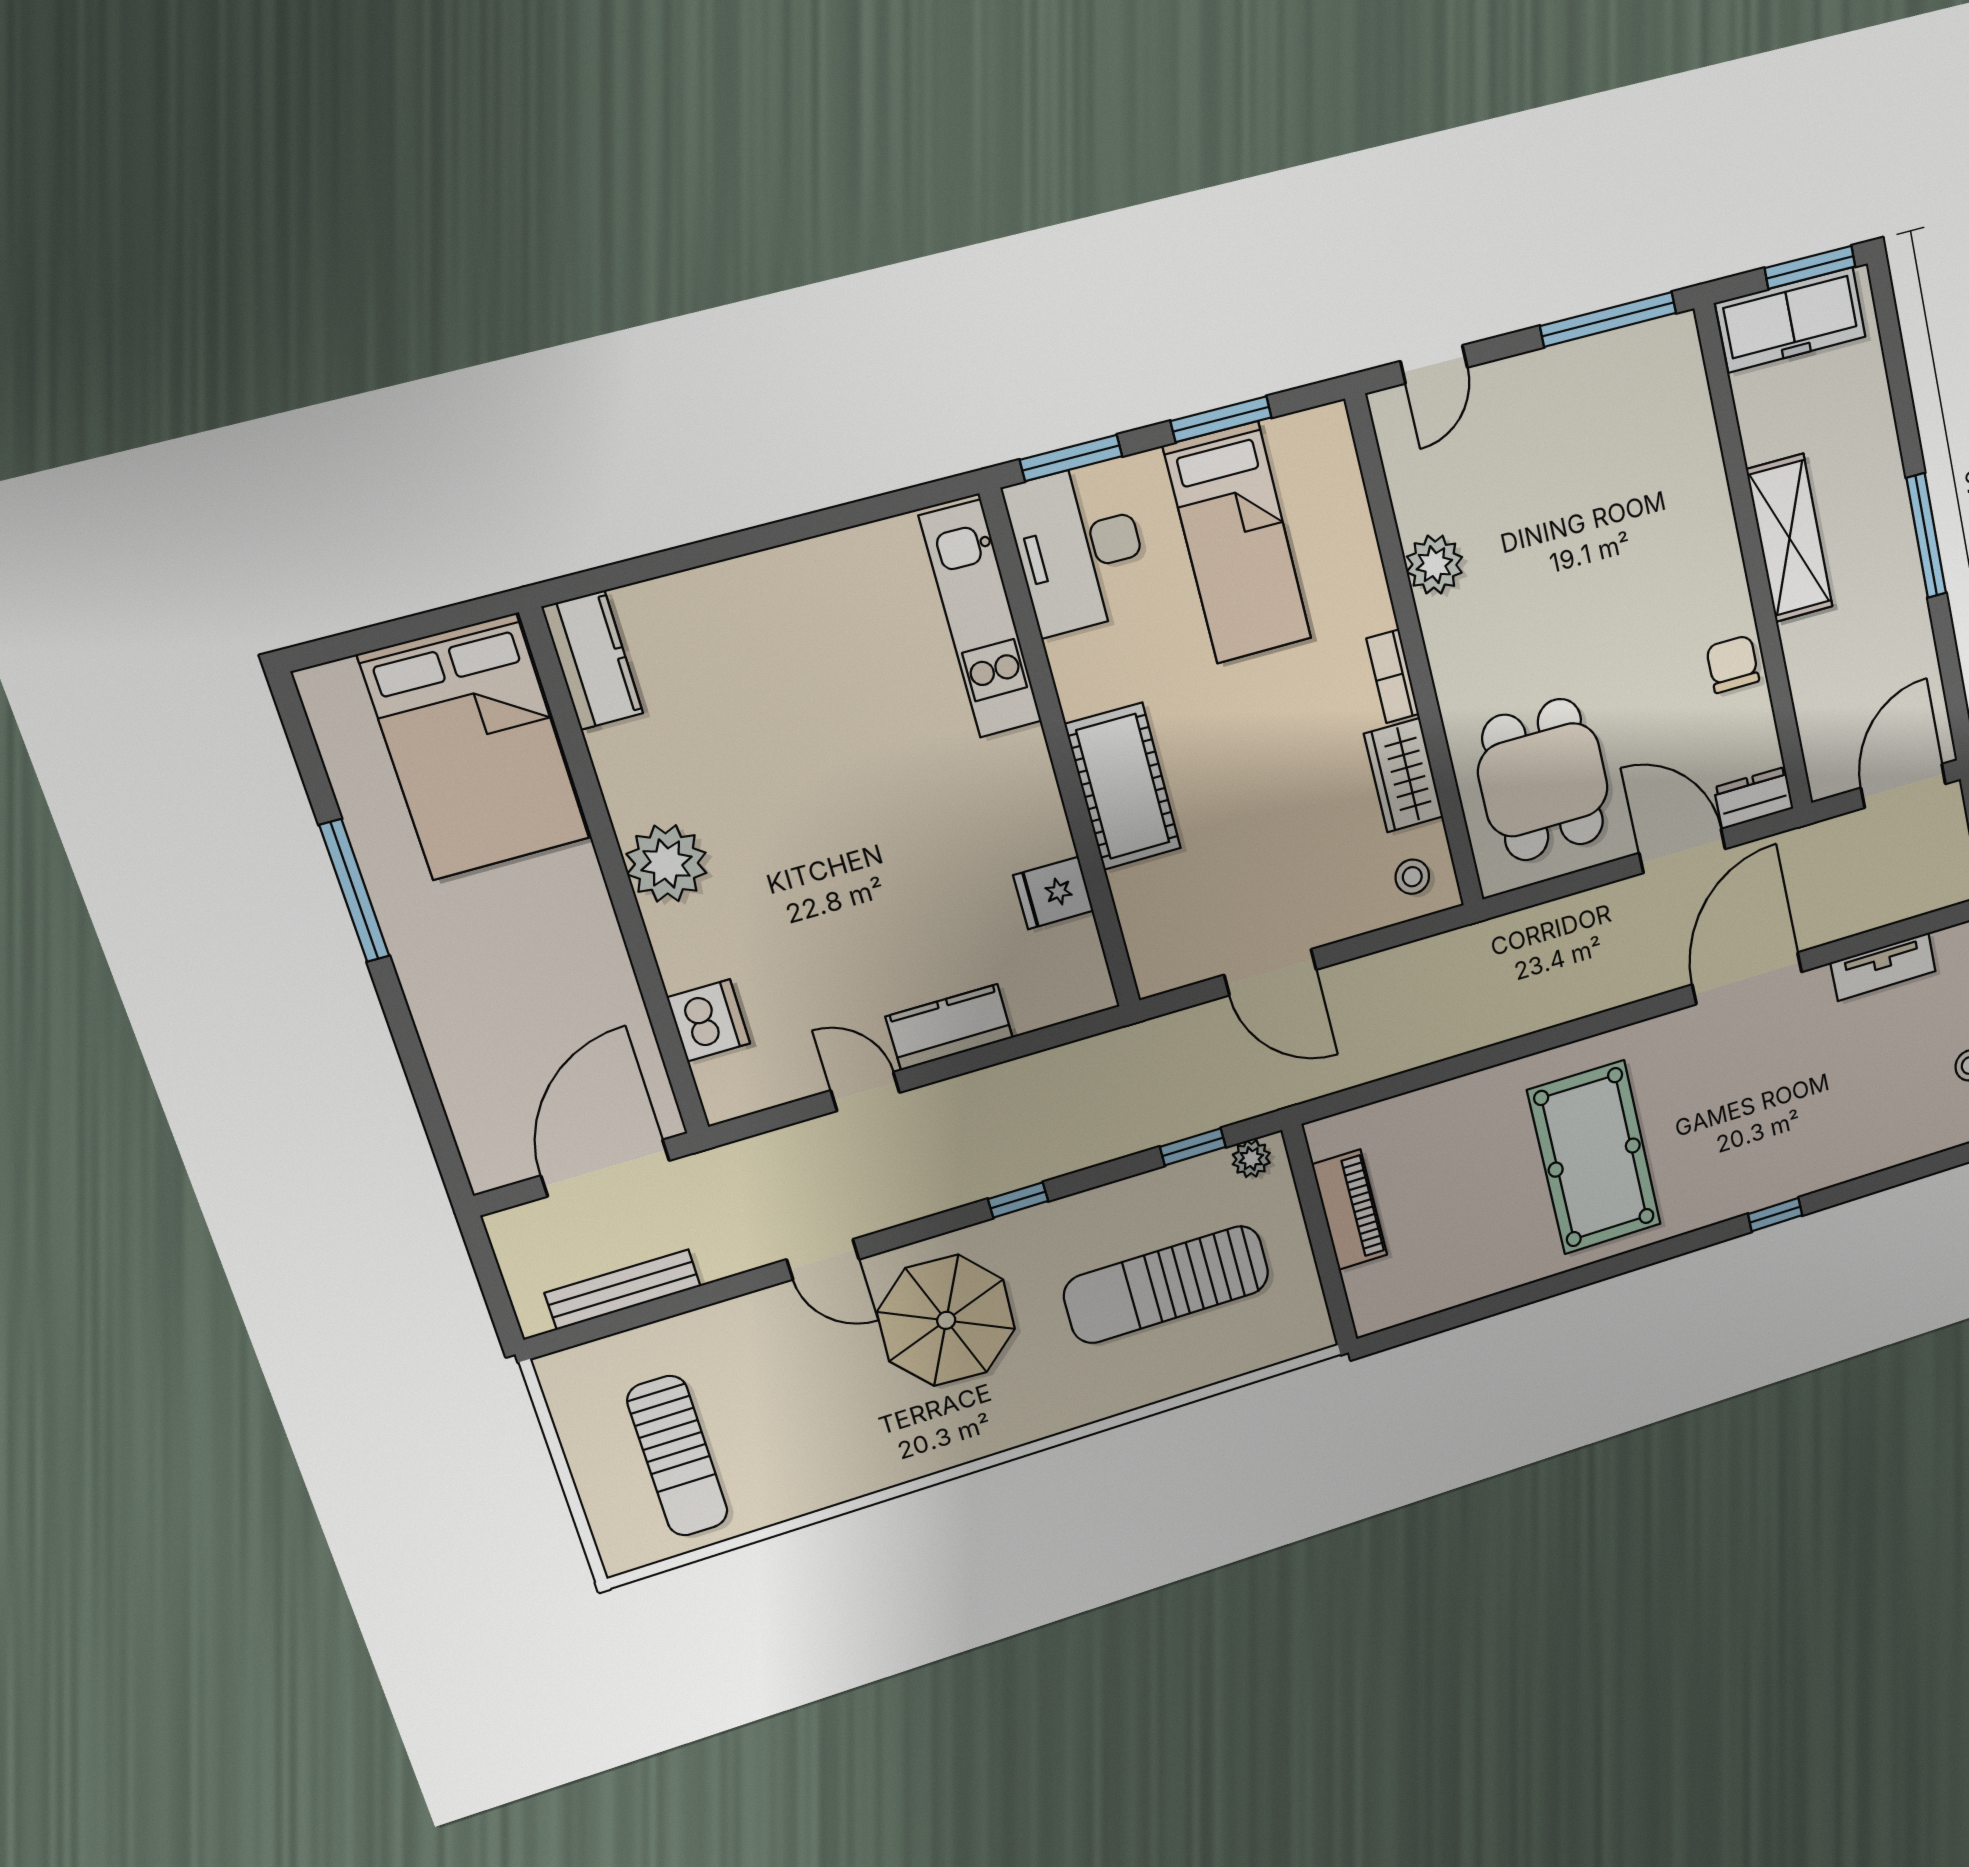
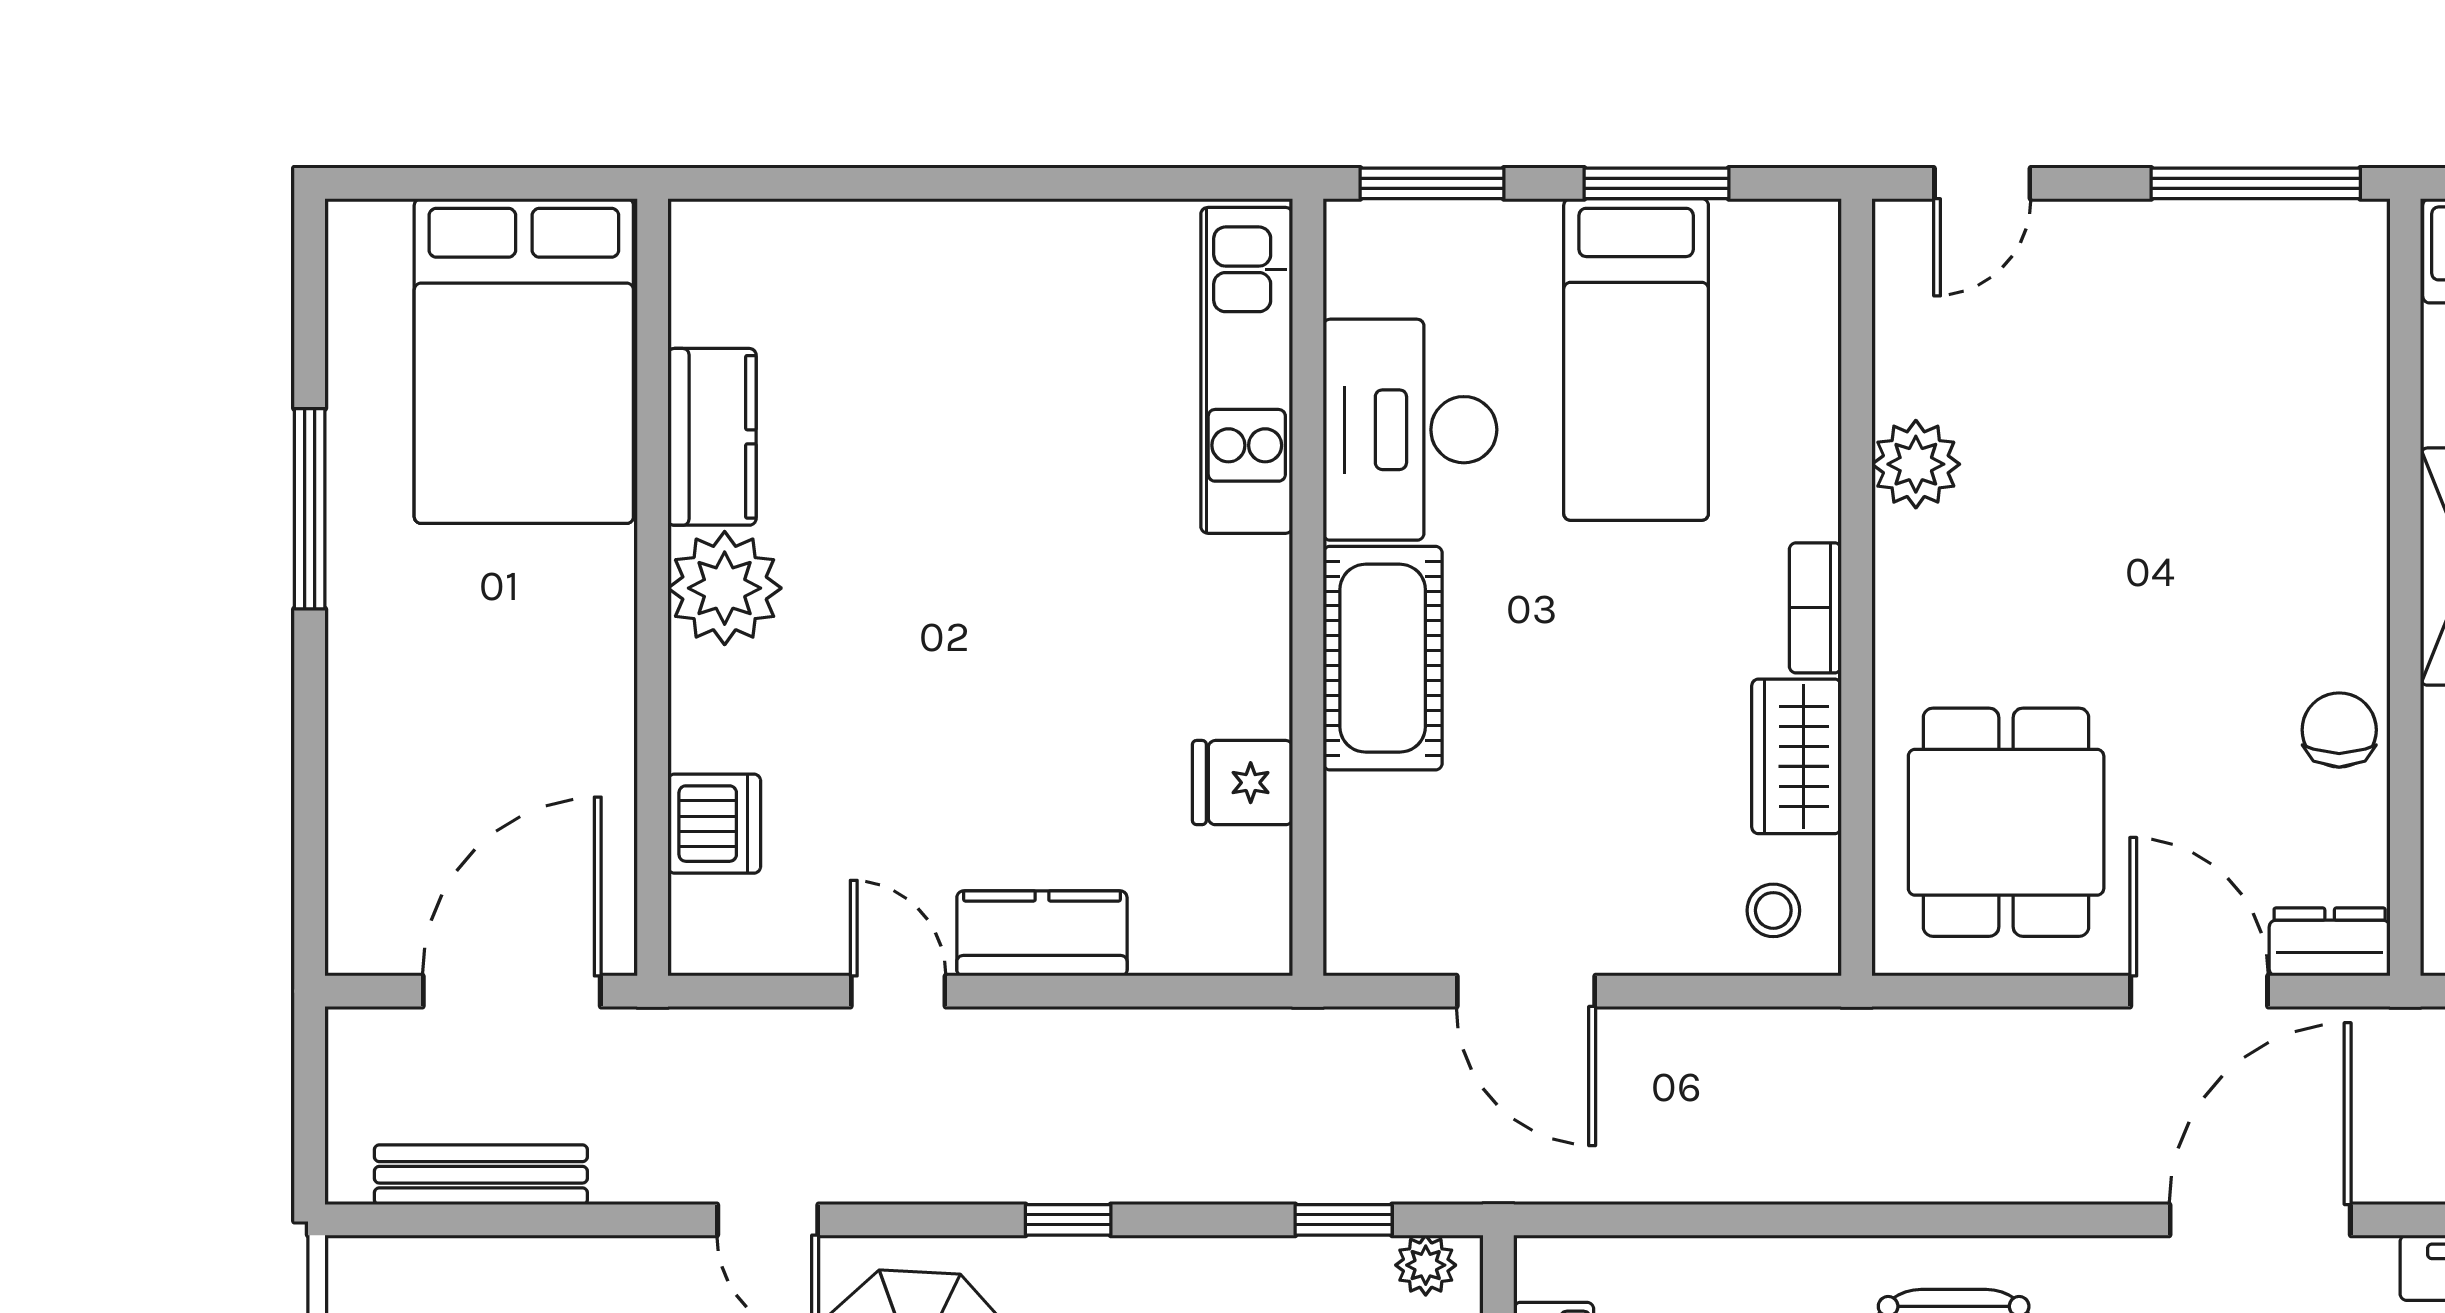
desk: (1079, 549) -> (1410, 430), moved
kitchen counter: (592, 660) -> (712, 437), moved

